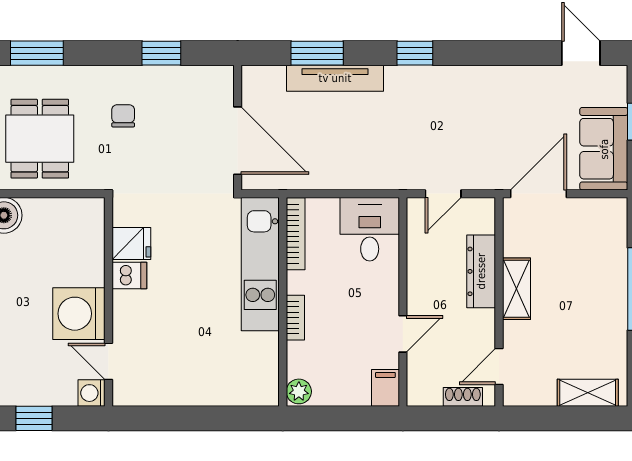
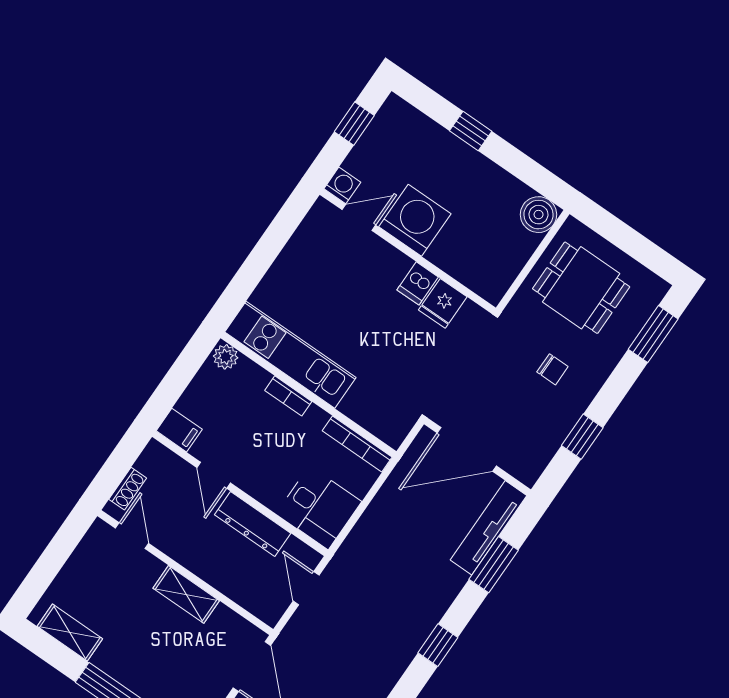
tv unit: (335, 78) -> (489, 528), moved
kitchen unit: (260, 264) -> (290, 355), moved
dresser: (481, 271) -> (253, 524), moved, turned 180
shelving: (588, 393) -> (70, 633), moved, turned 90

